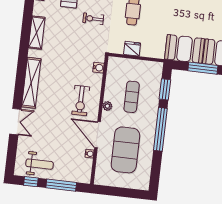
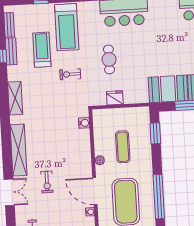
exercise bike: (81, 101) -> (47, 182), moved, width x0.73, depth x0.72
window: (160, 129) -> (159, 197), moved

